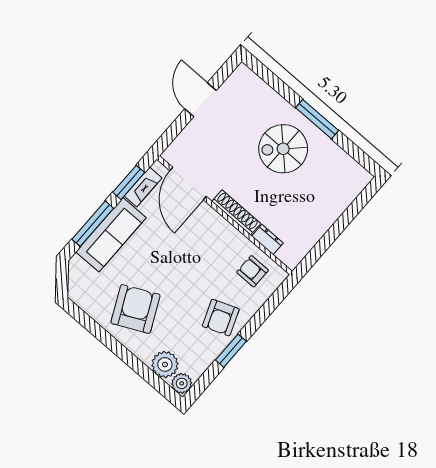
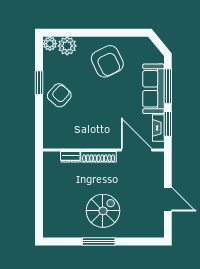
armchair: (252, 271) -> (64, 134), removed
armchair: (221, 318) -> (59, 95), turned 63

